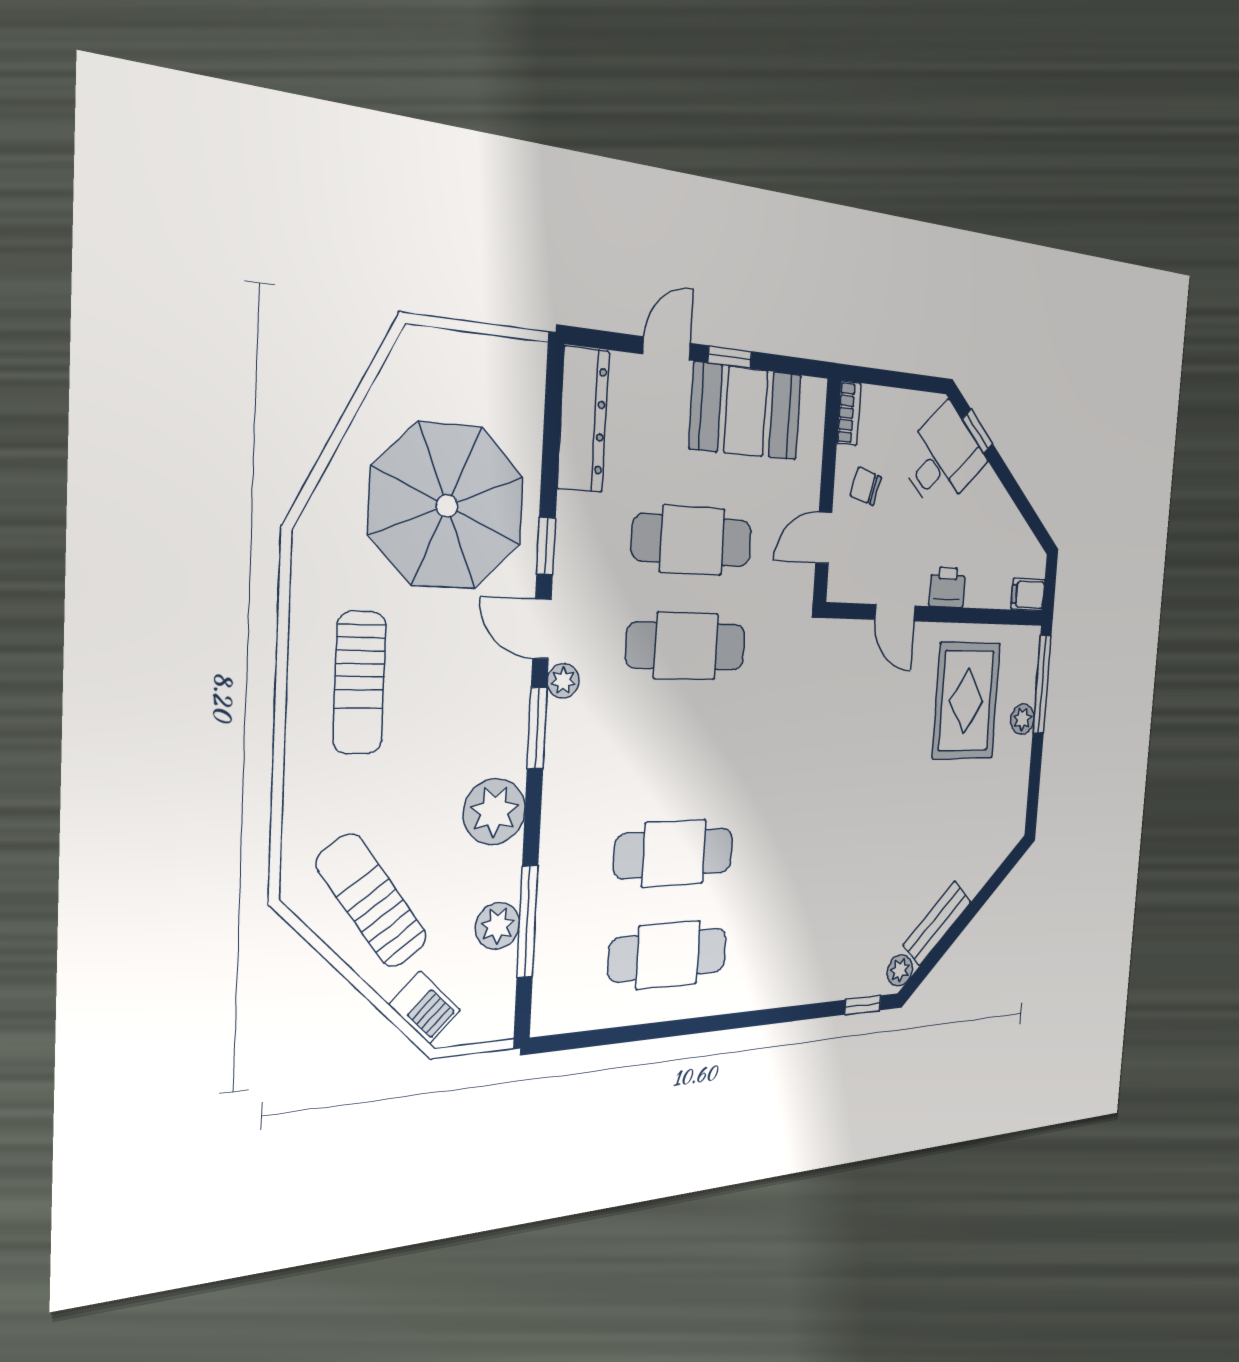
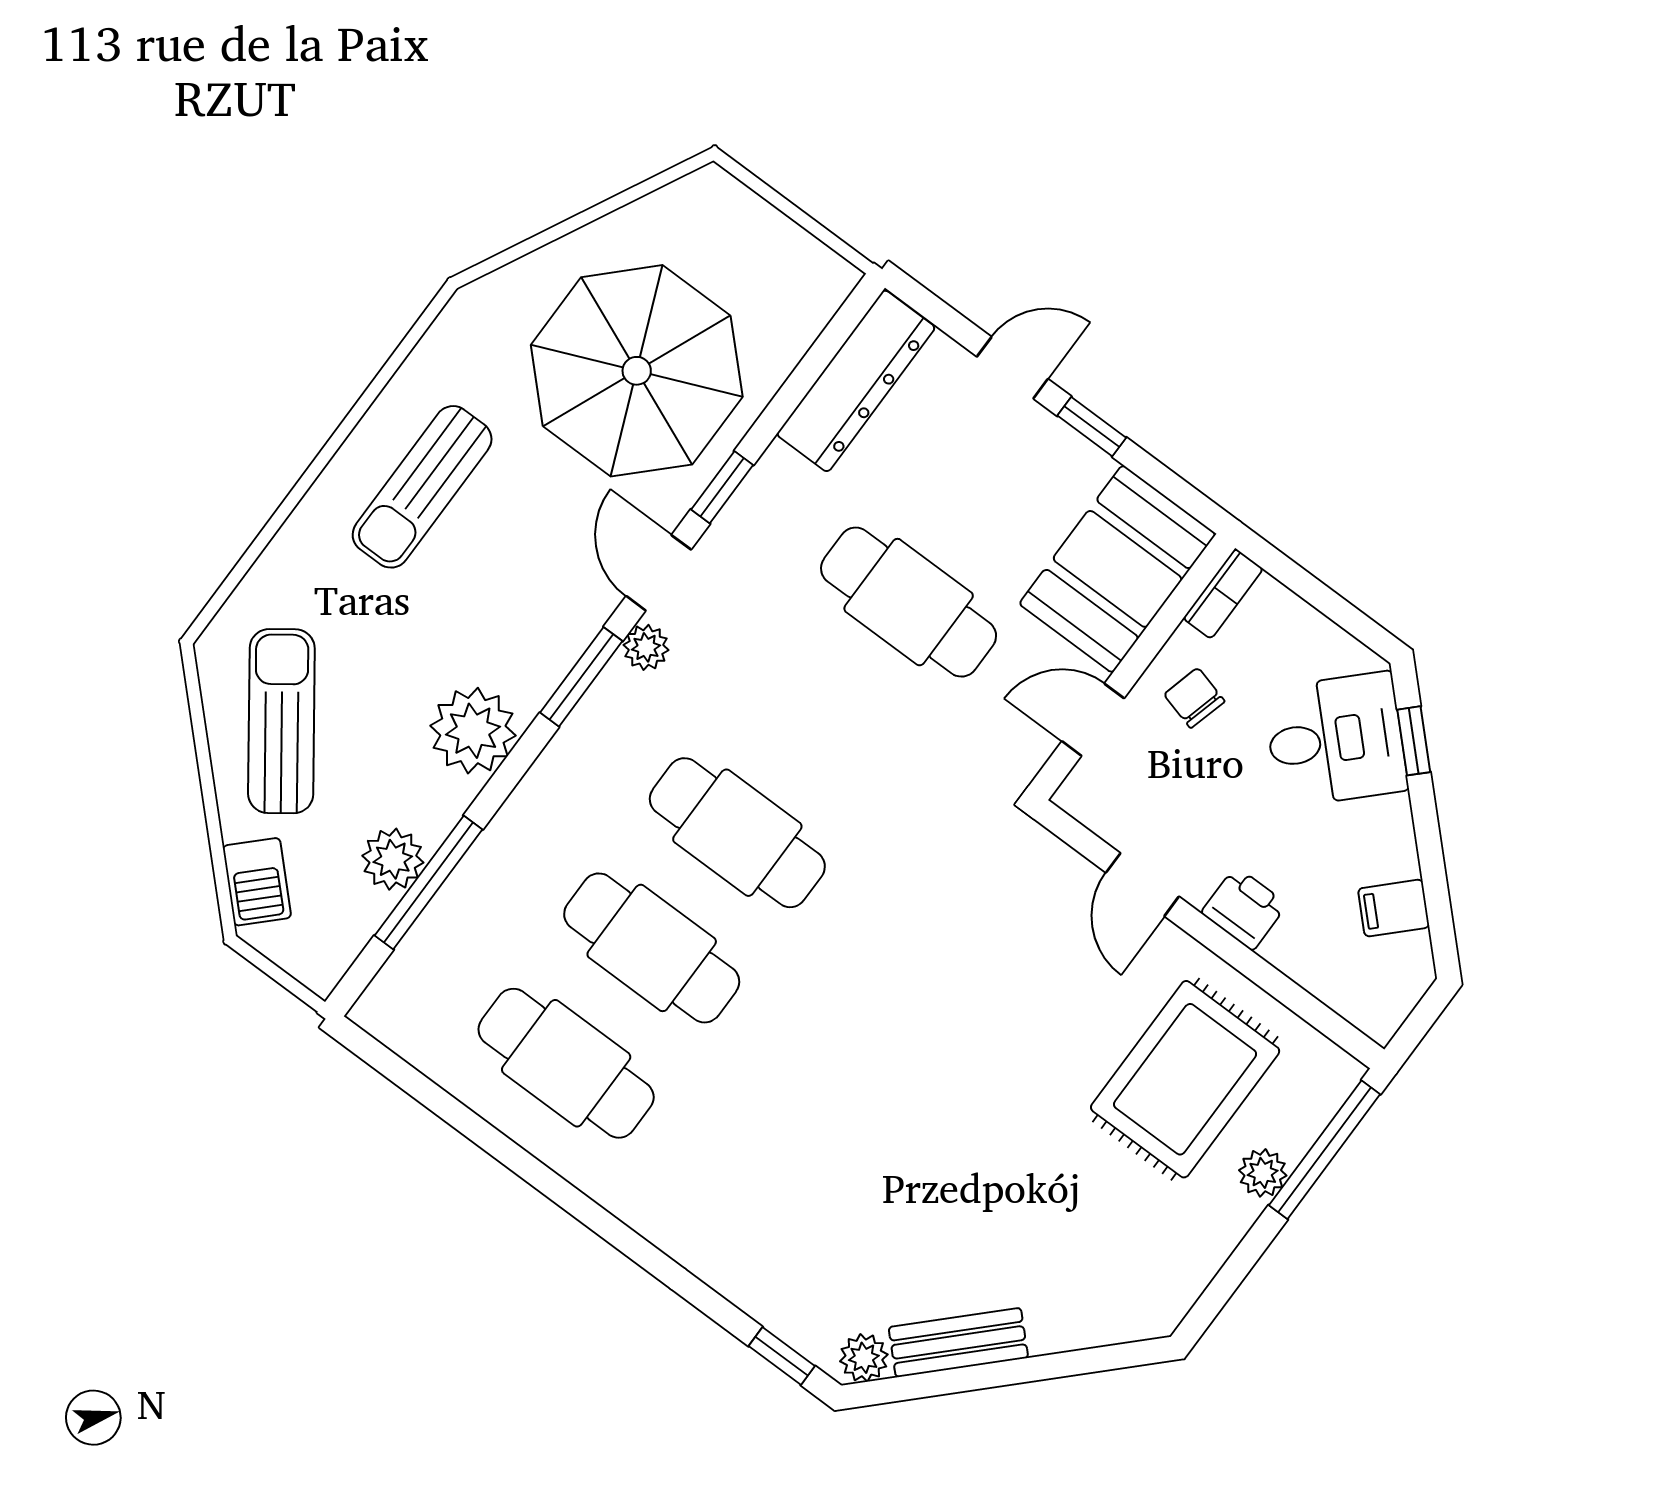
booth: (746, 412) -> (1118, 569), moved, turned 90
filing cabinet: (1028, 595) -> (1394, 908), moved, turned -45
cafe table: (686, 646) -> (737, 833), moved

